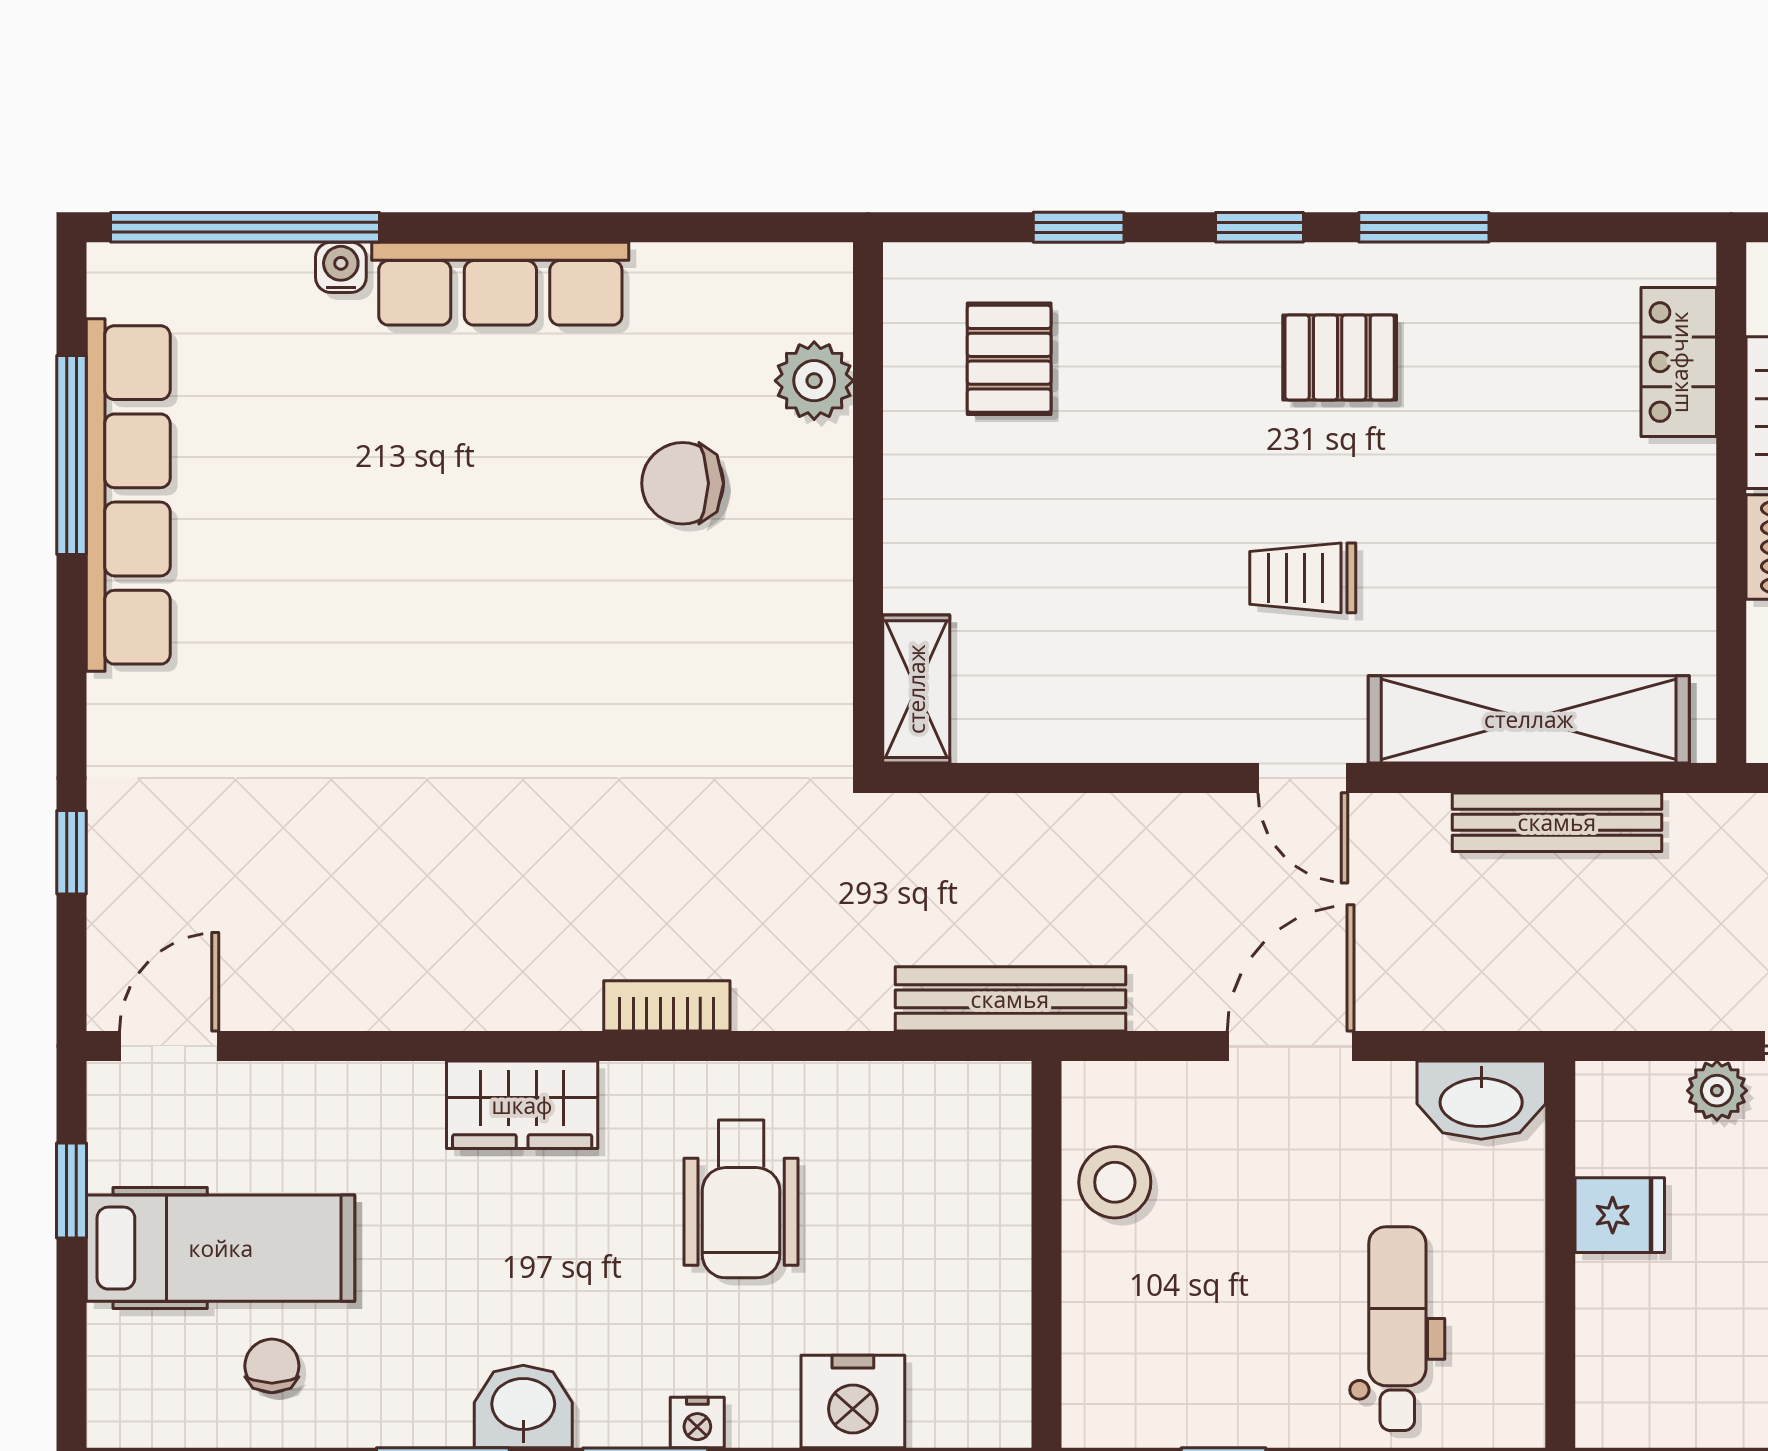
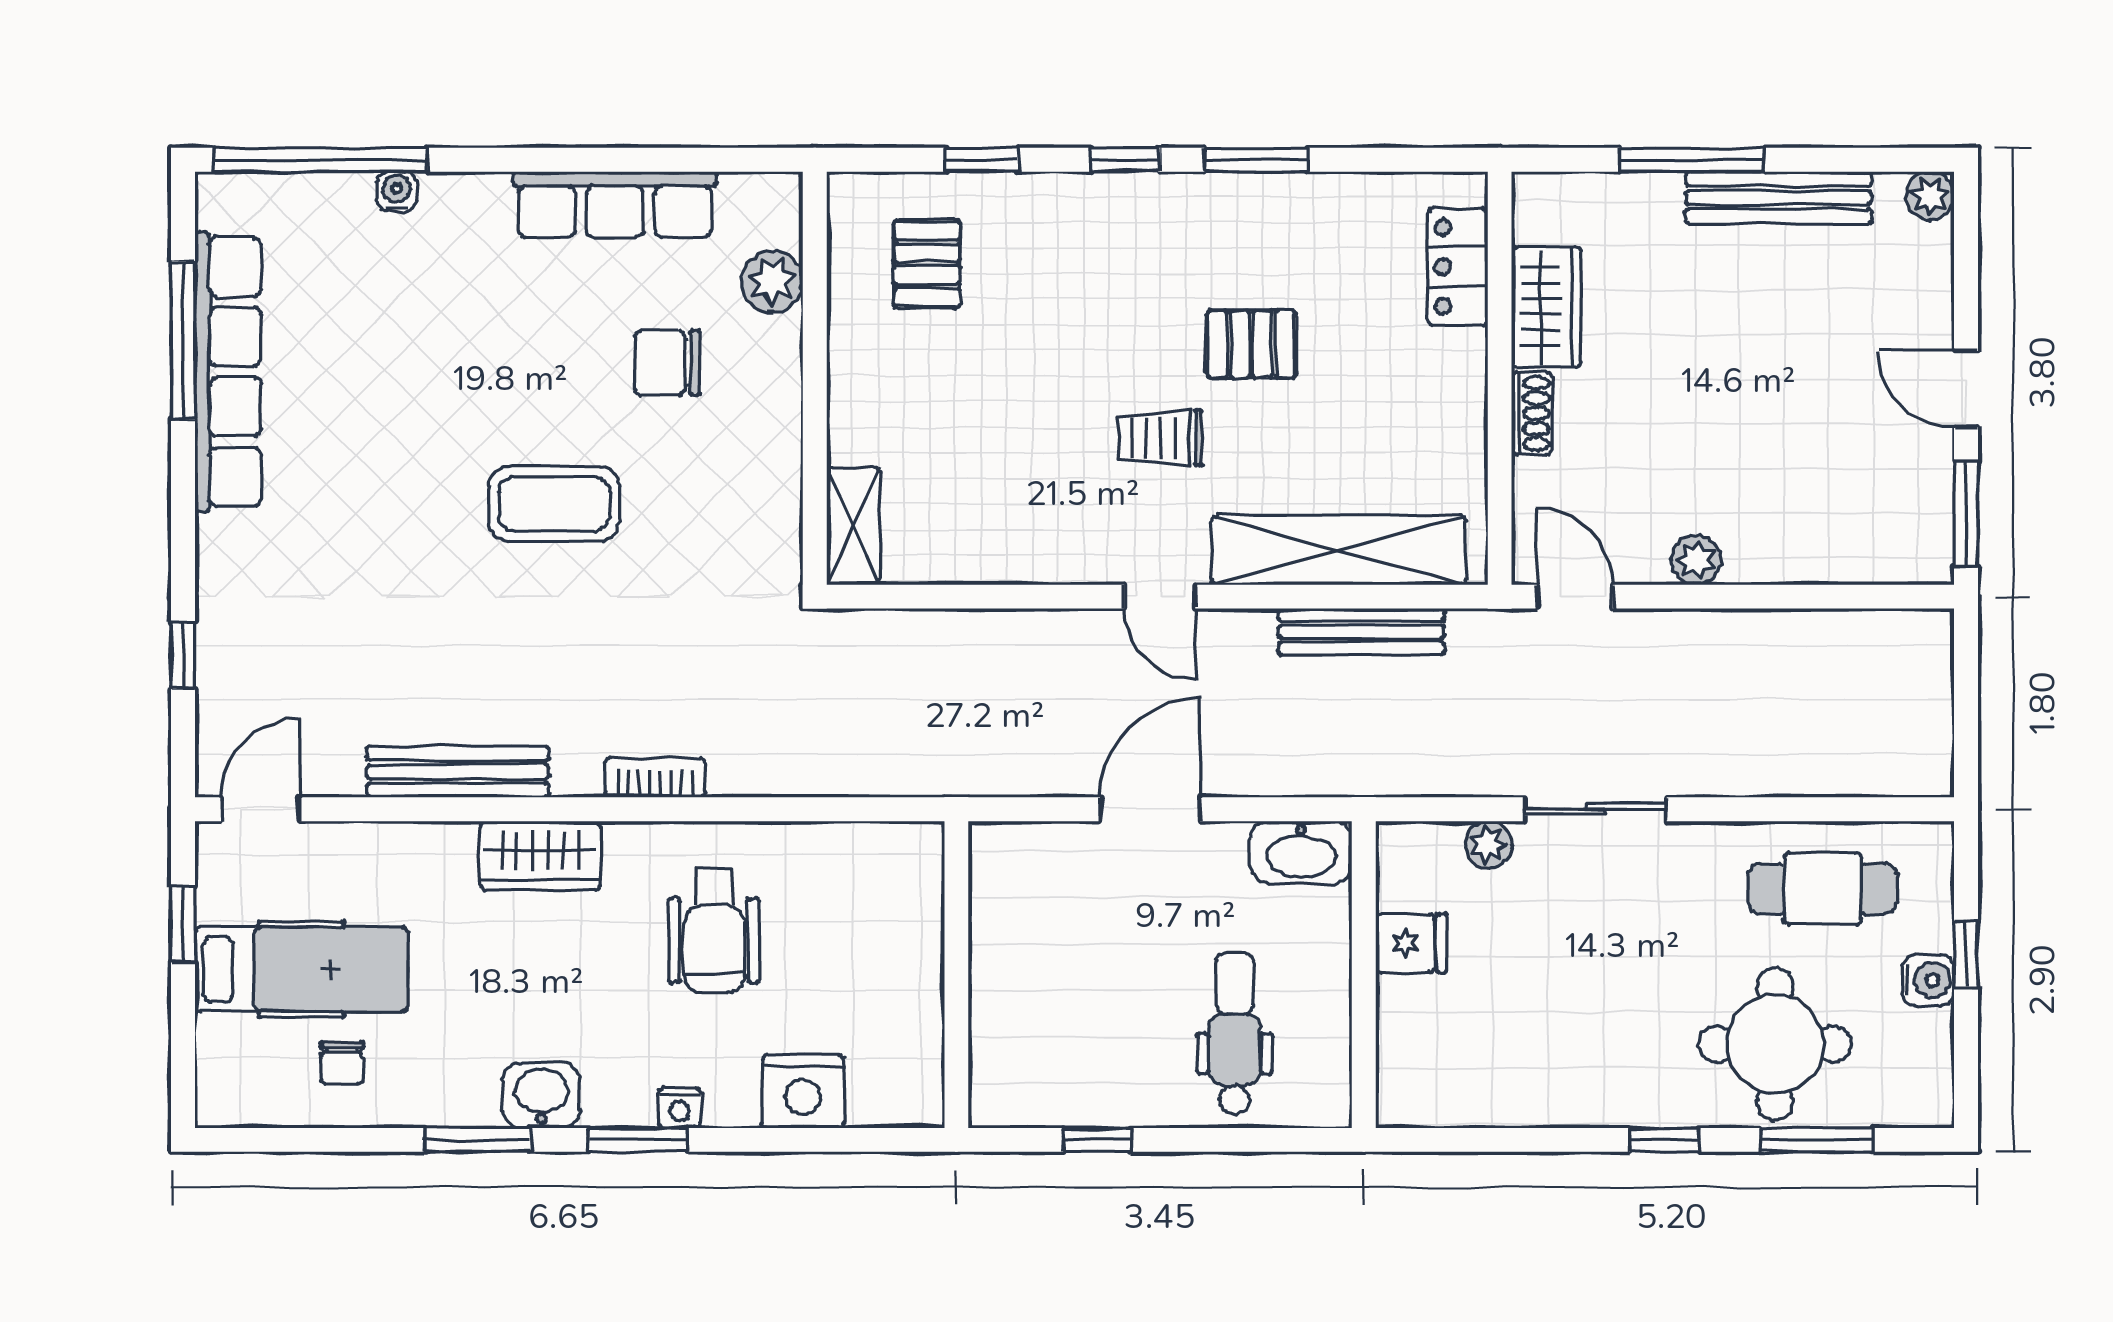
row of seats: (500, 284) -> (615, 205), moved
pallet: (1340, 357) -> (1251, 344), moved
coffee table: (540, 661) -> (554, 504), added
bench: (1010, 999) -> (458, 772), moved
stool: (1115, 1182) -> (1011, 917), removed
chair: (272, 1366) -> (342, 1063), turned 180

